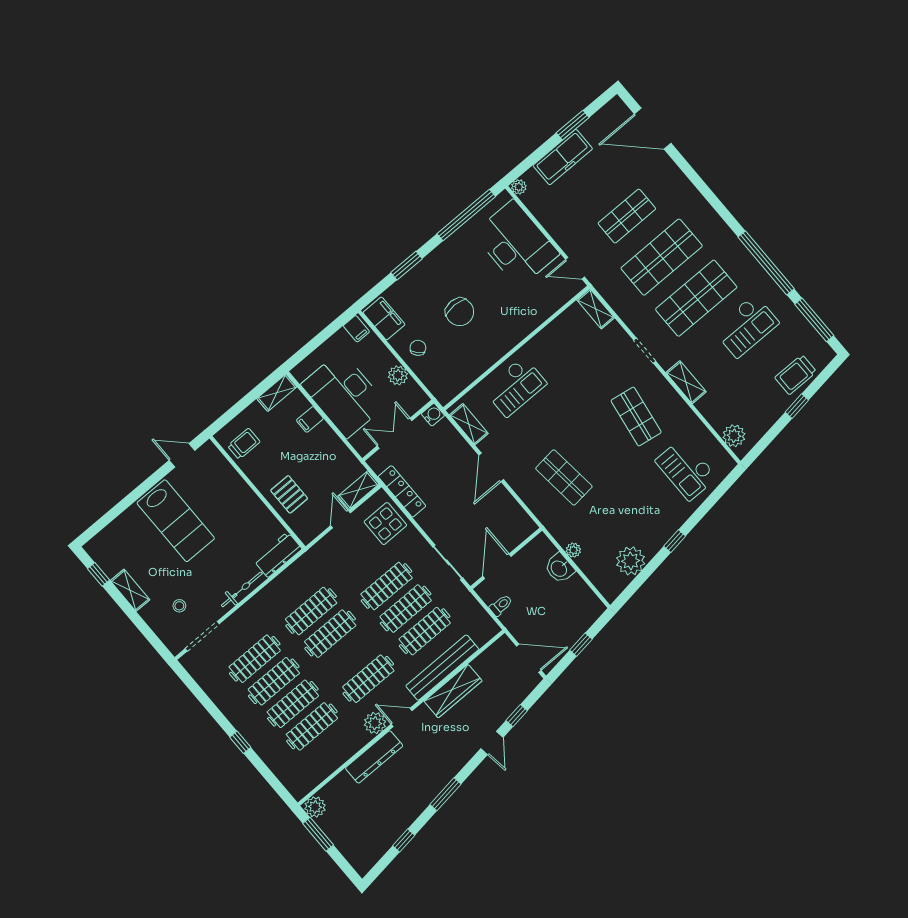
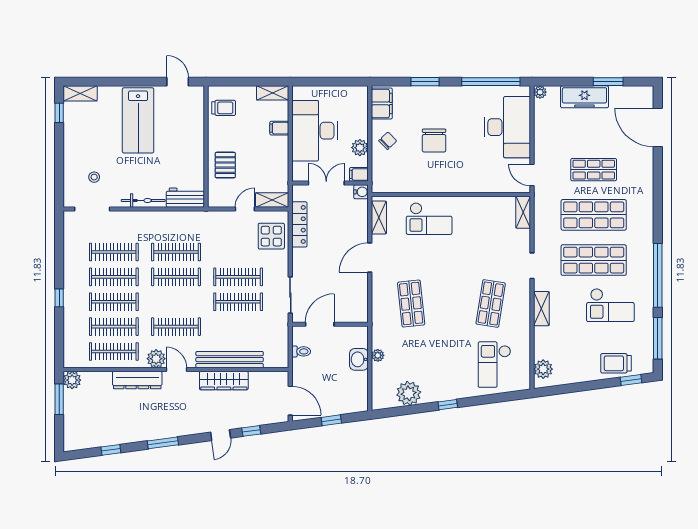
filing cabinet: (356, 329) -> (359, 174), moved, turned 90
window: (797, 406) -> (631, 380), moved
shelving: (130, 590) -> (80, 93), moved, turned 90
clothes rail: (425, 631) -> (114, 351), moved

